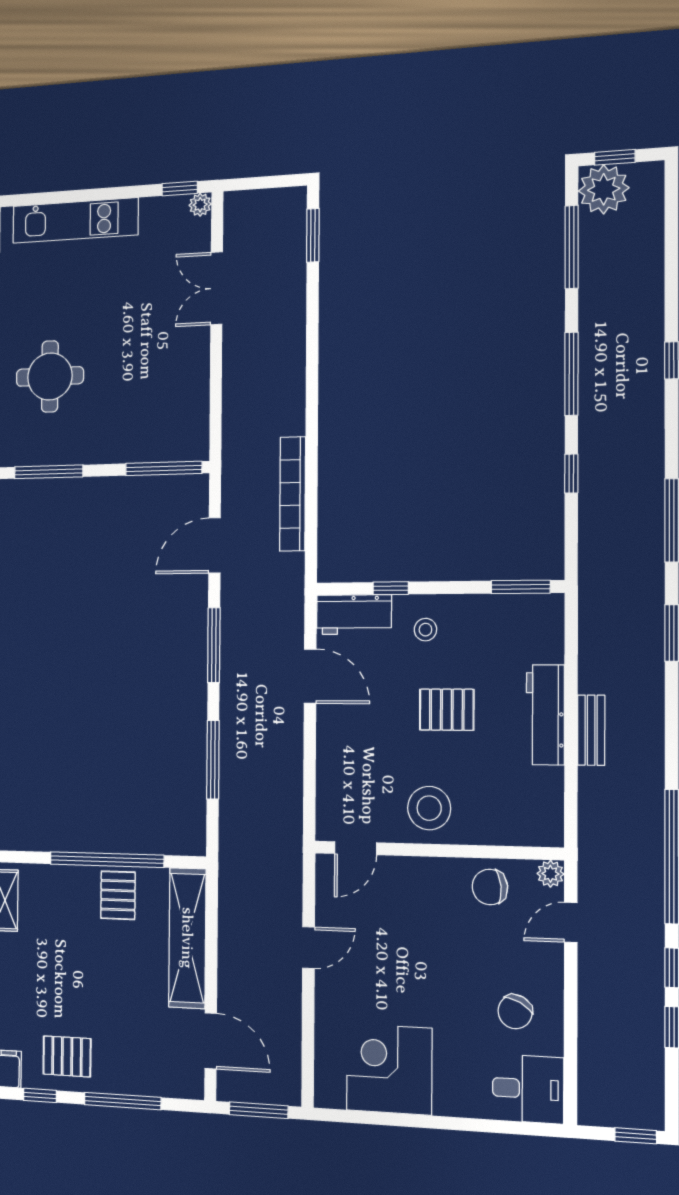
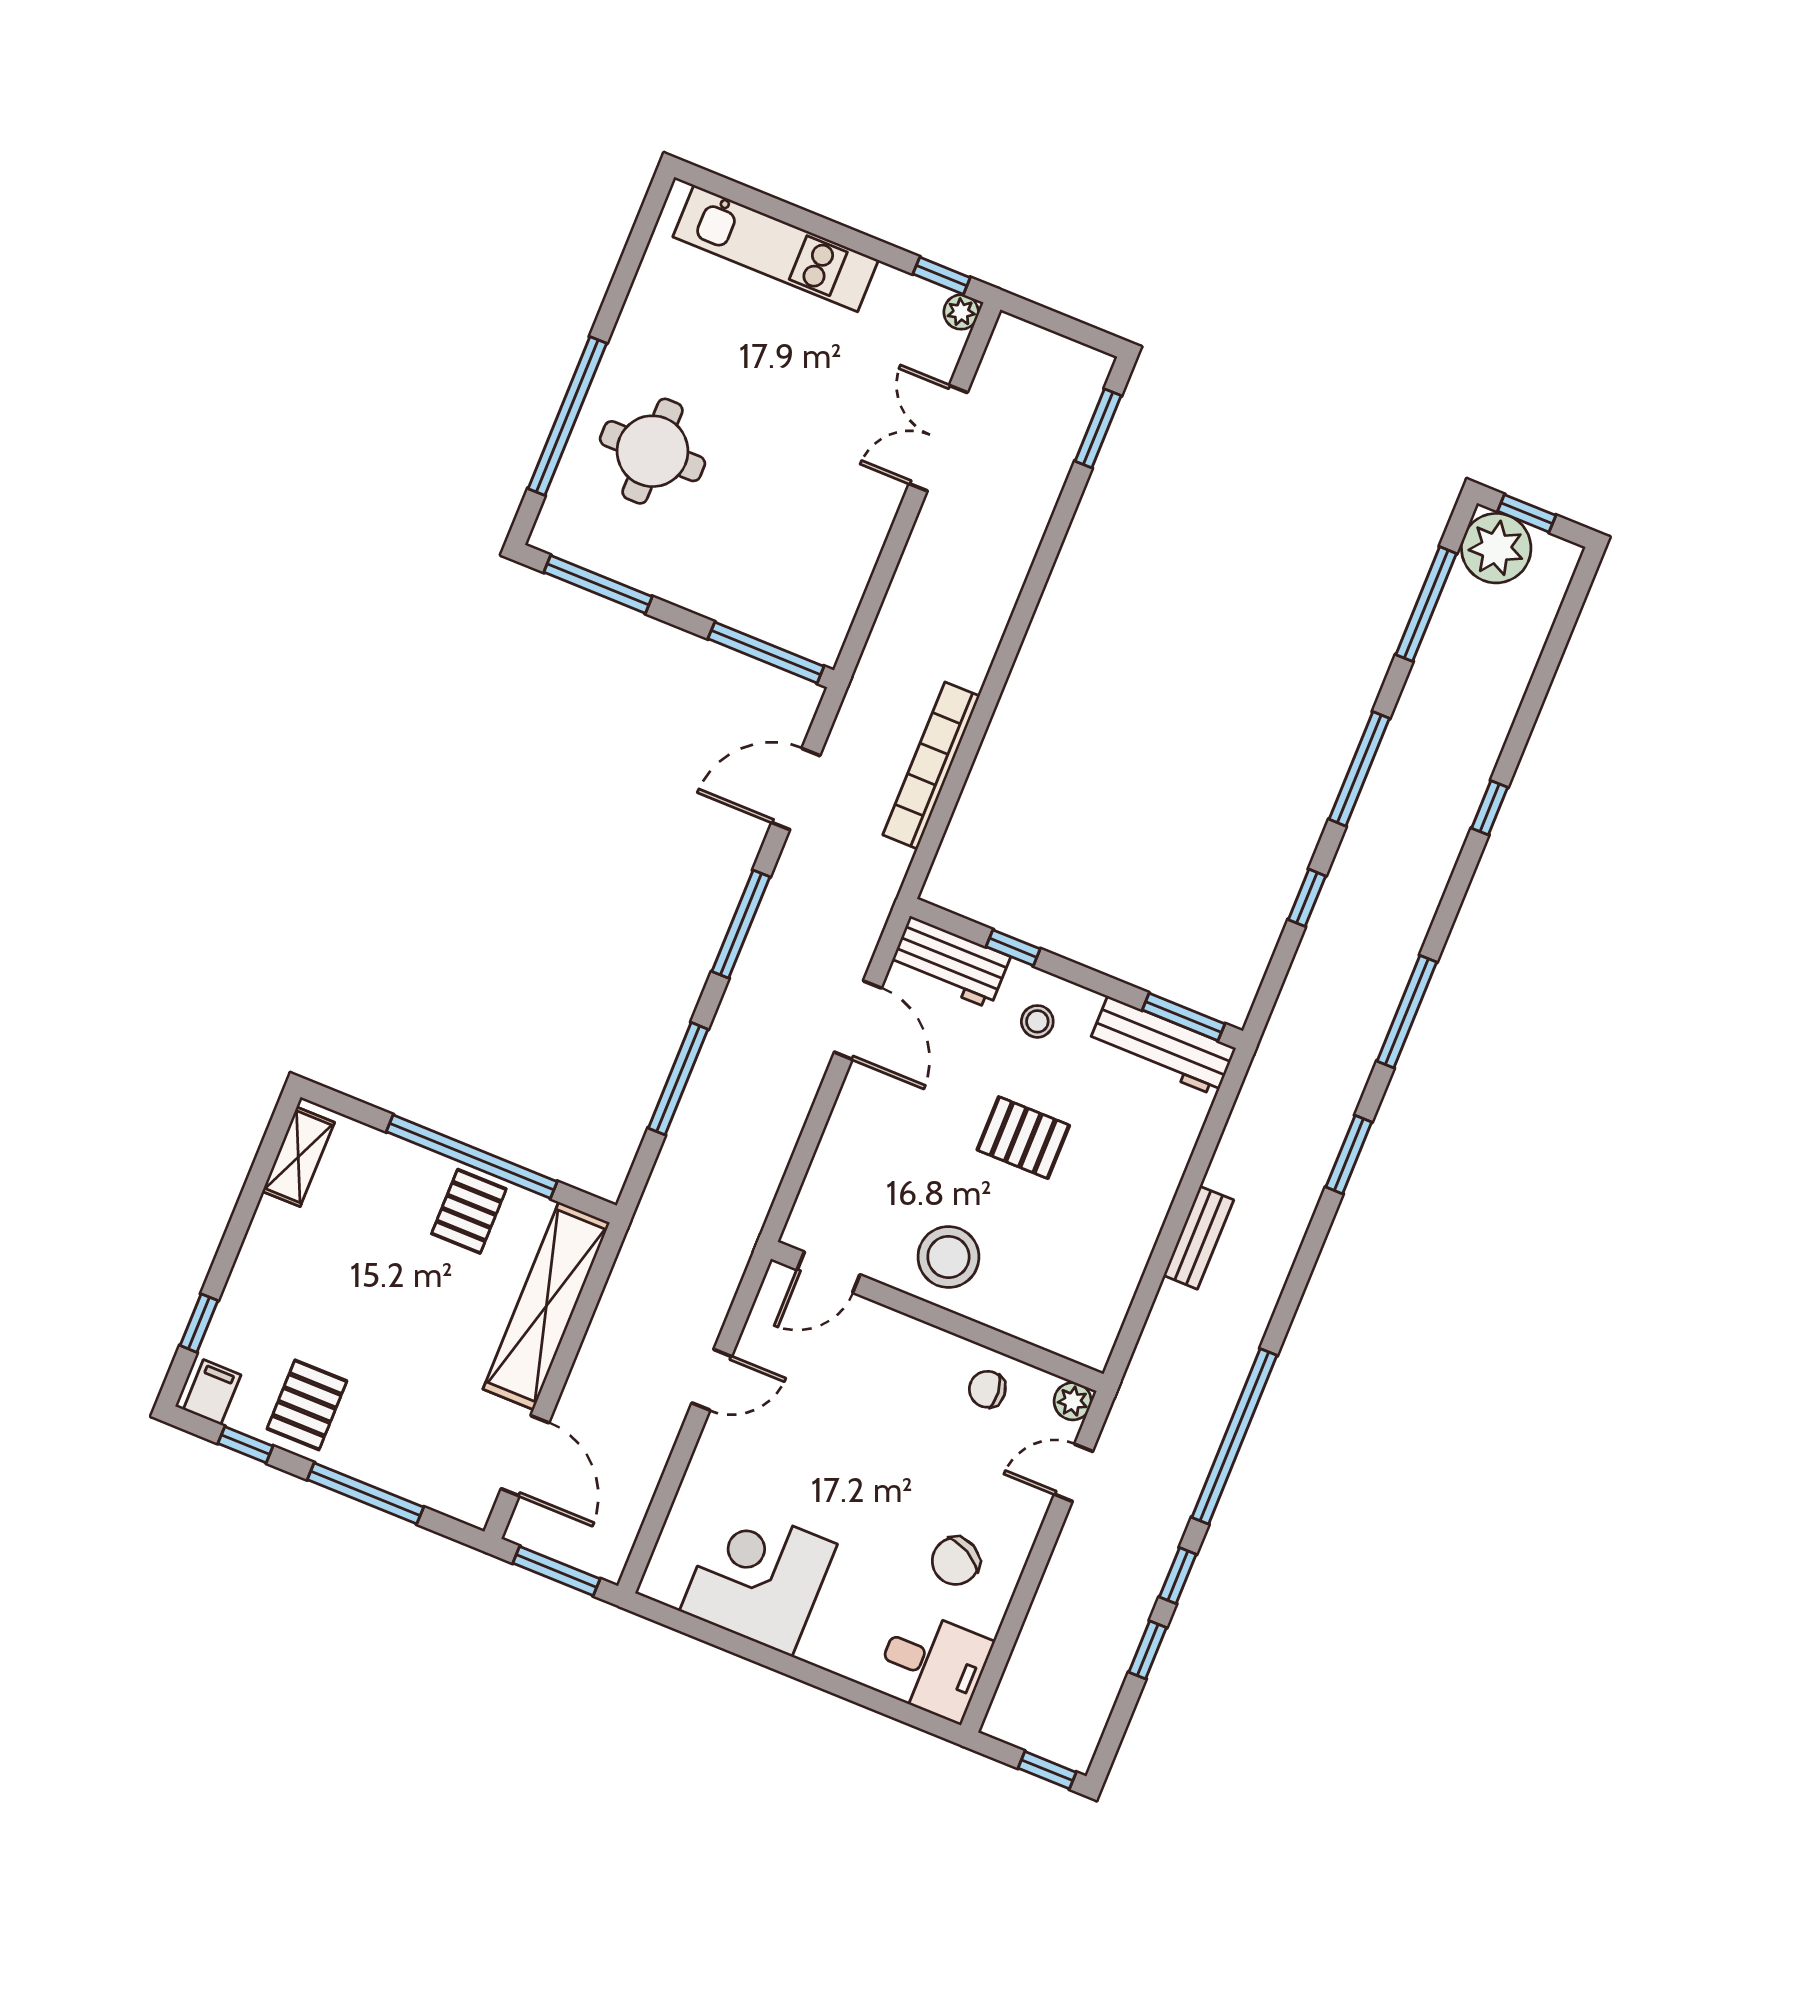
workbench: (545, 715) -> (1162, 1046), moved, turned -90
chair: (490, 887) -> (987, 1389), width x0.73, depth x0.73
pallet: (67, 1056) -> (307, 1405), turned 90

